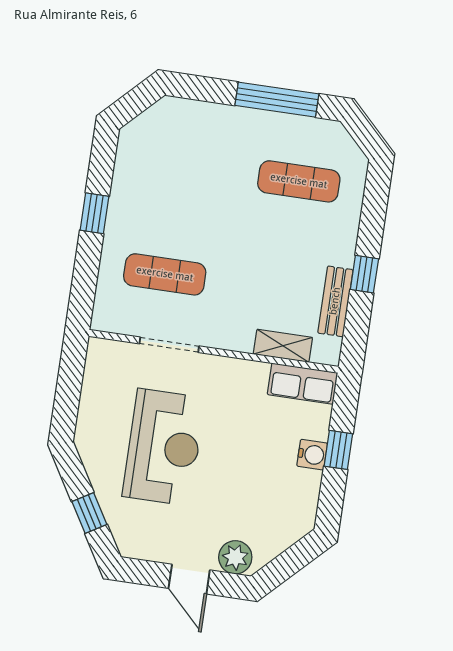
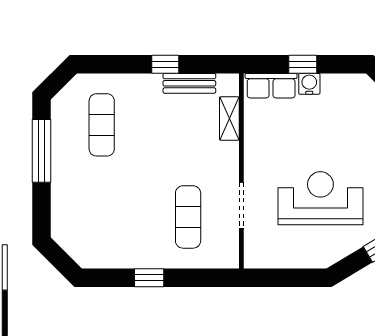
row of seats: (303, 384) -> (271, 86), moved, turned 90

